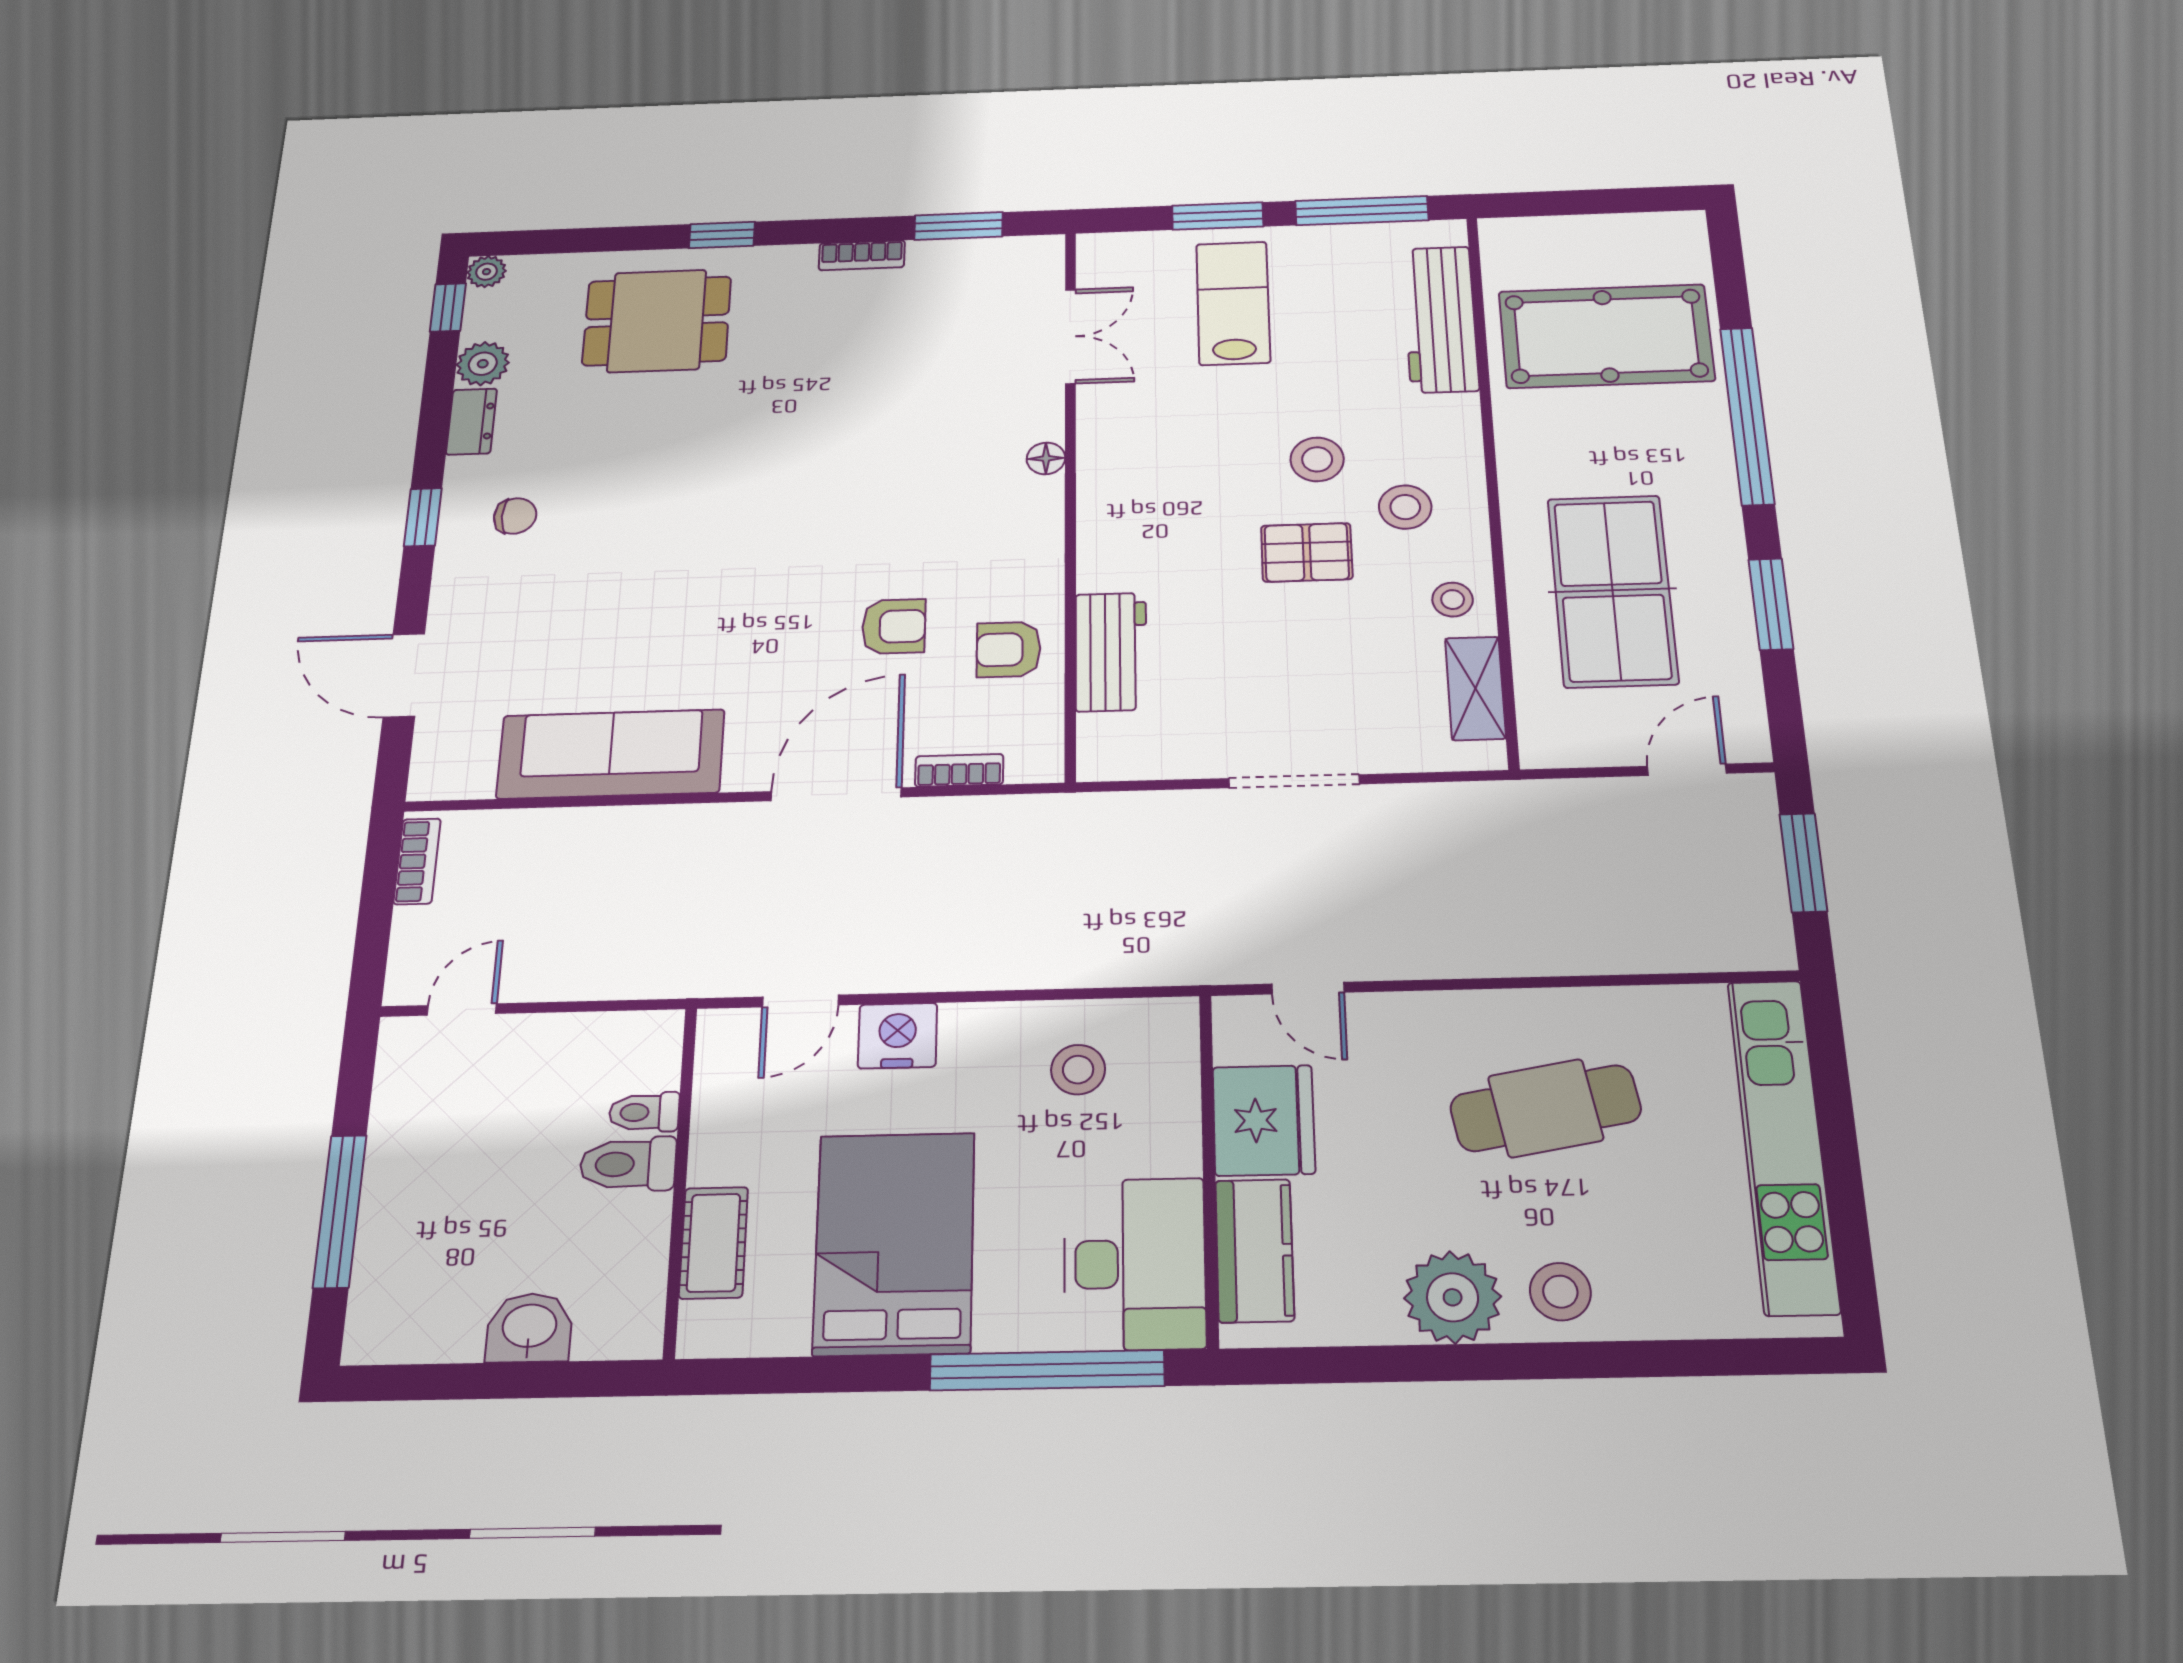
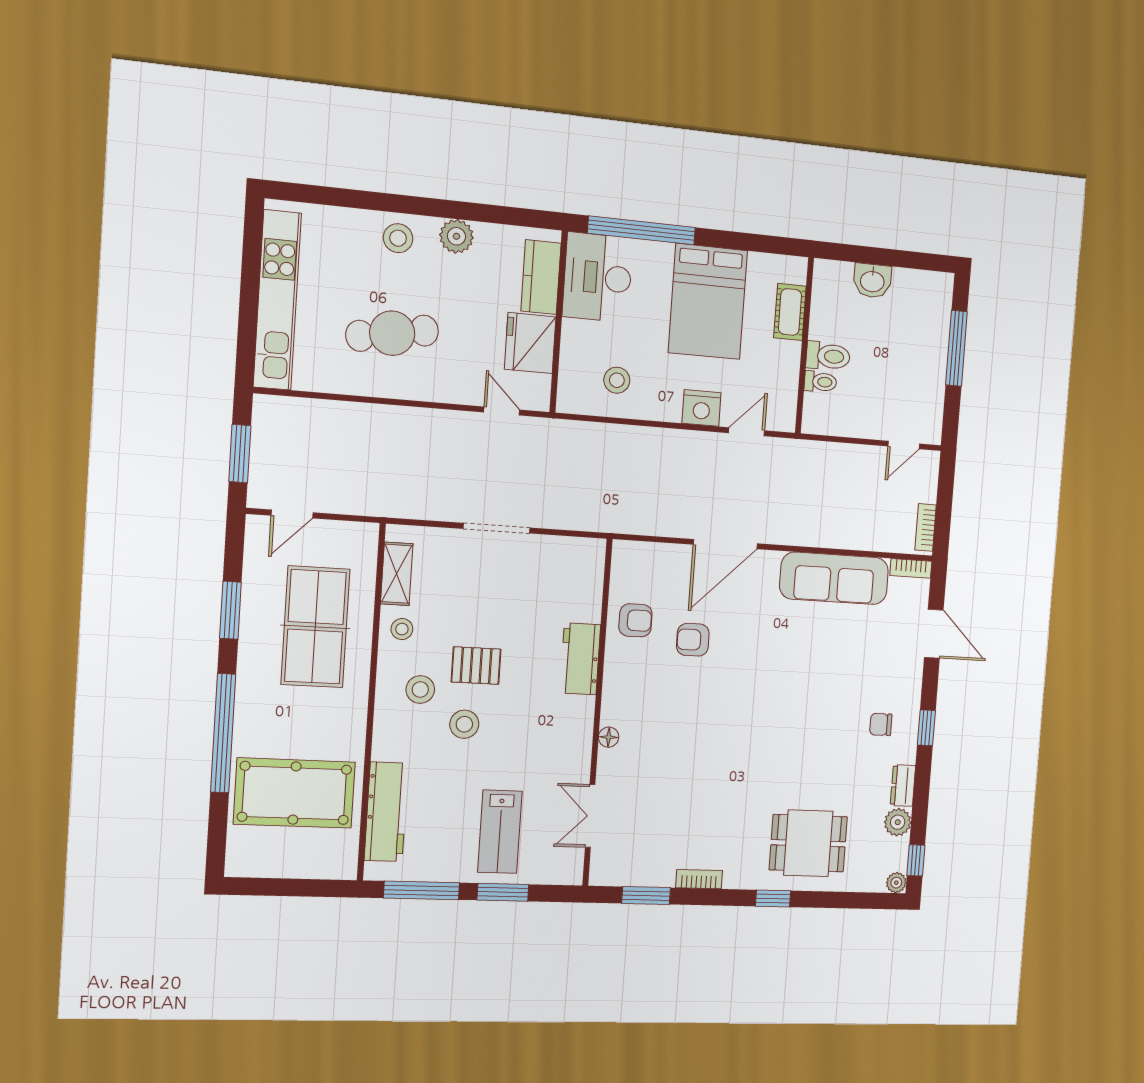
workbench: (1111, 652) -> (580, 659), moved
bookcase: (959, 770) -> (911, 568), moved
plant: (1453, 1297) -> (456, 236), width x0.73, depth x0.73

